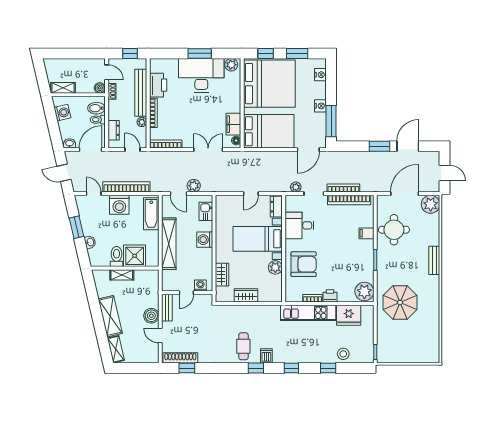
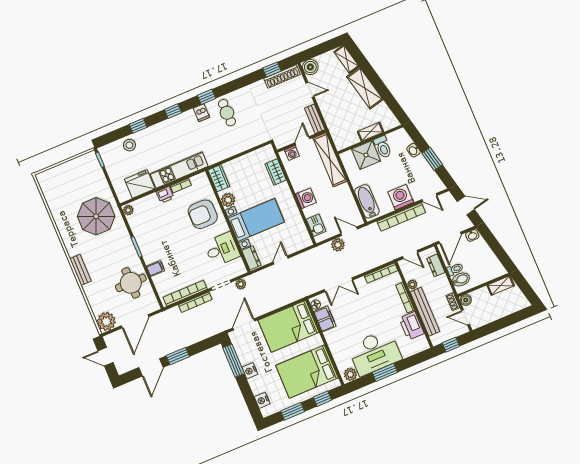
bed: (269, 84) -> (307, 372), width x0.73
washing machine: (62, 113) -> (491, 262), removed
shelving: (169, 244) -> (330, 160), moved
plant: (364, 292) -> (128, 210), width x0.53, depth x0.53
wardrobe: (246, 295) -> (219, 178), moved, turned -90
boiler: (151, 316) -> (310, 67), moved

